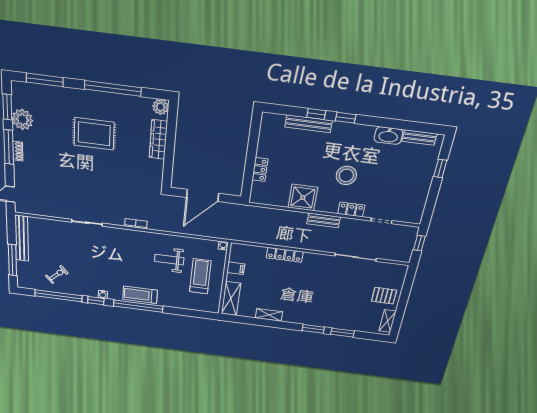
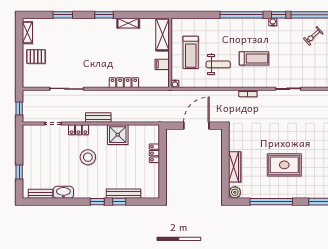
treadmill: (140, 295) -> (254, 58), moved
window: (313, 329) -> (104, 15), moved

